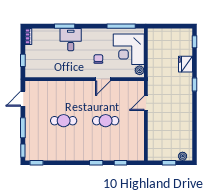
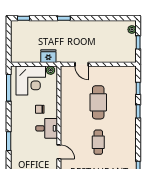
desk: (71, 40) -> (47, 128), moved, turned 180
fridge: (185, 64) -> (48, 56), moved, turned 180
door: (103, 79) -> (59, 152), moved
cafe table: (106, 121) -> (98, 102), width x1.37, depth x1.35

